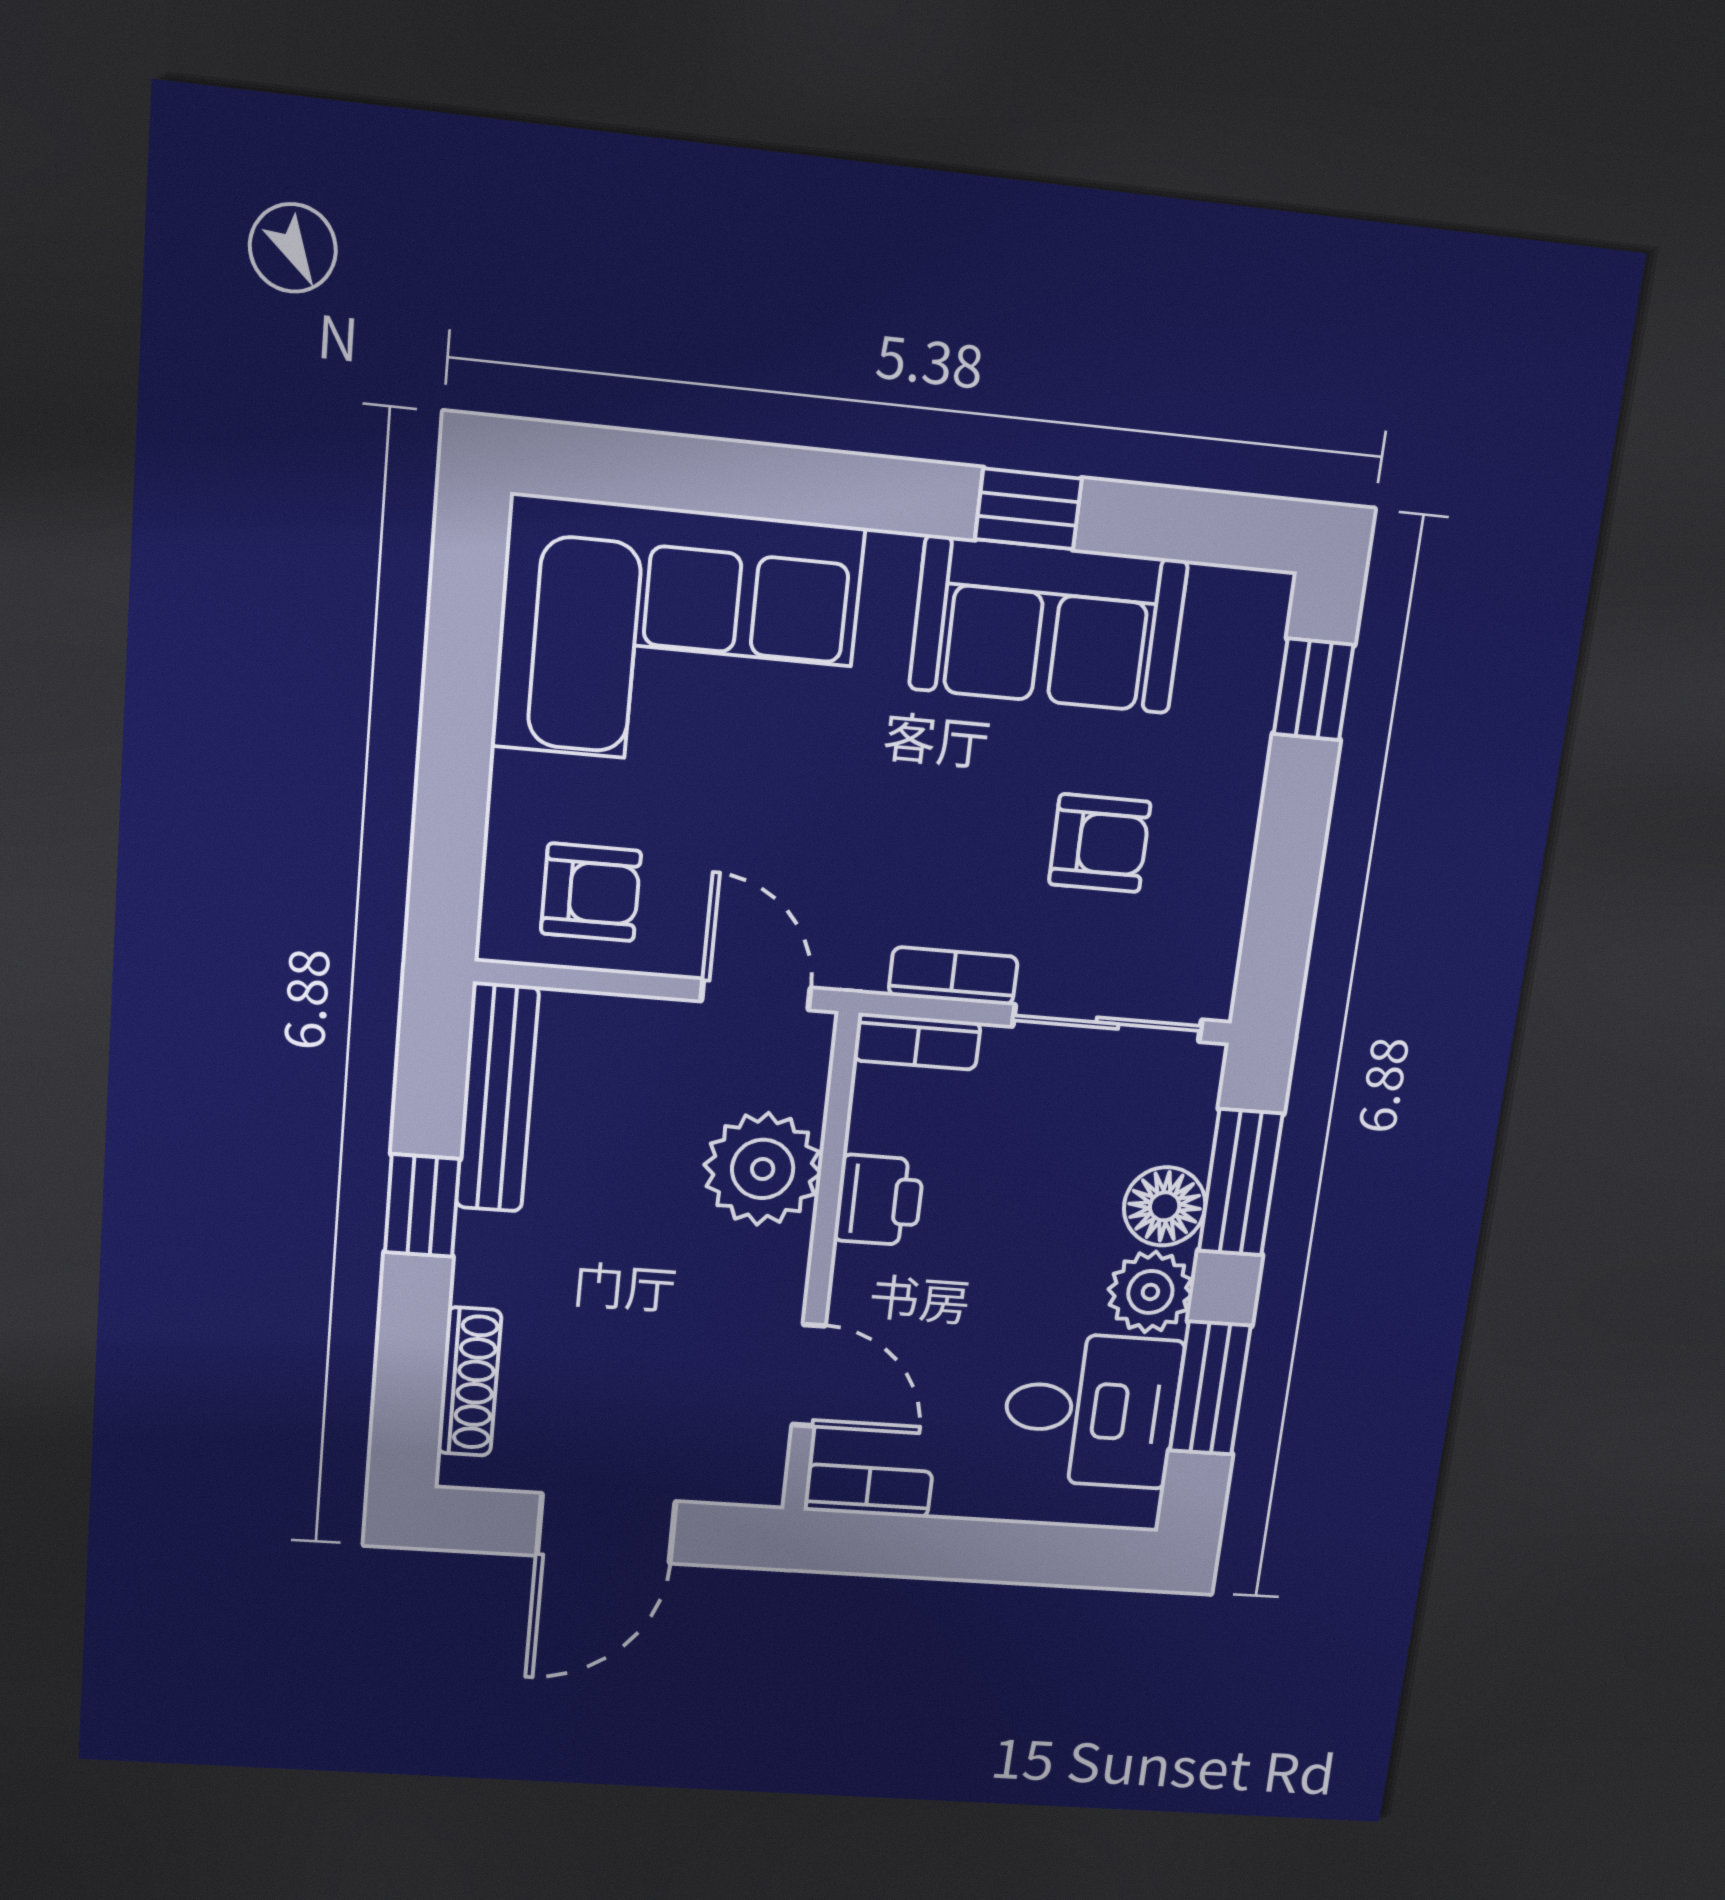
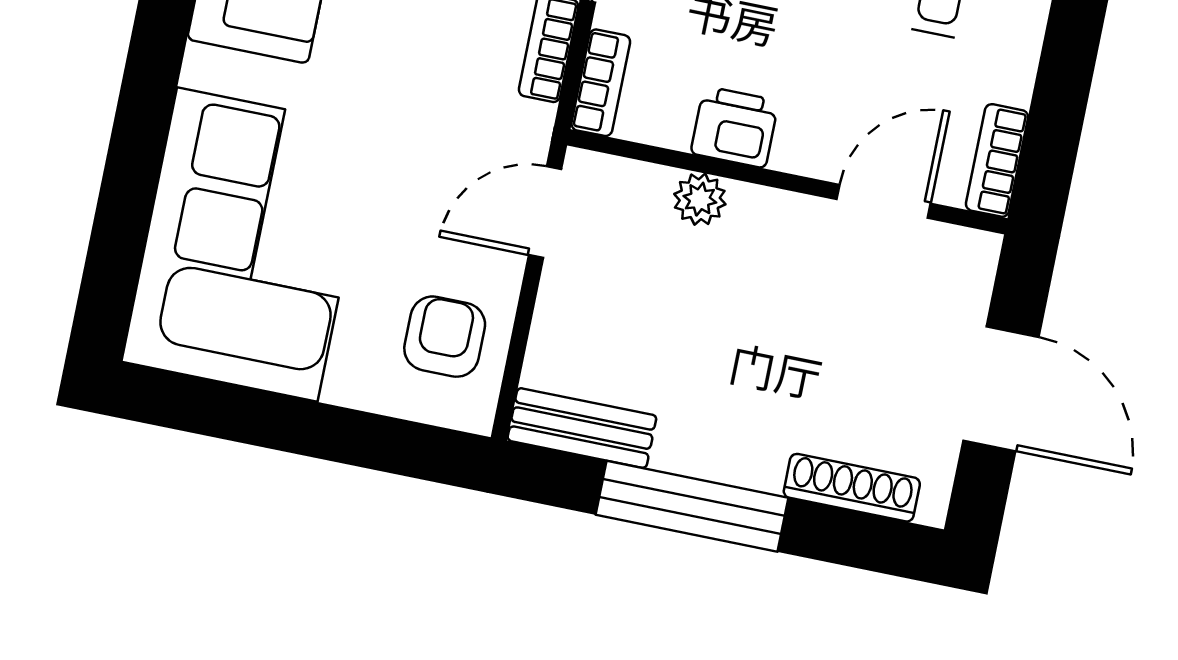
bench: (497, 1098) -> (582, 428), width x0.73
plant: (763, 1169) -> (700, 199), width x0.53, depth x0.53
window: (422, 1206) -> (692, 506), width x2.17

